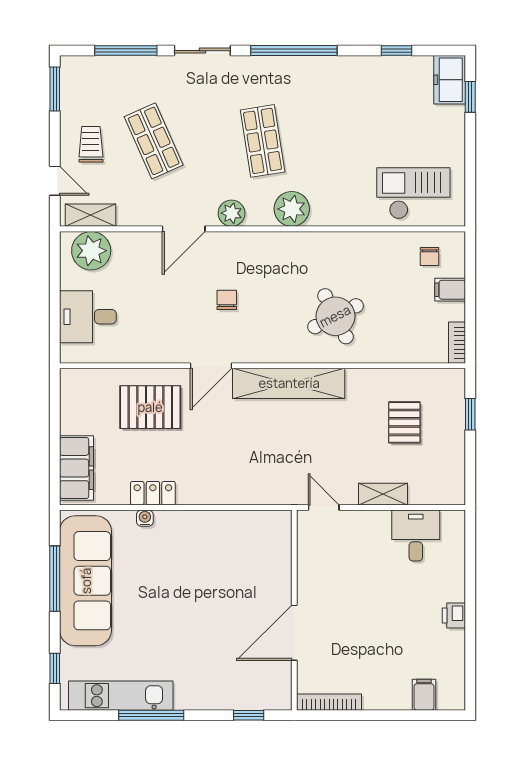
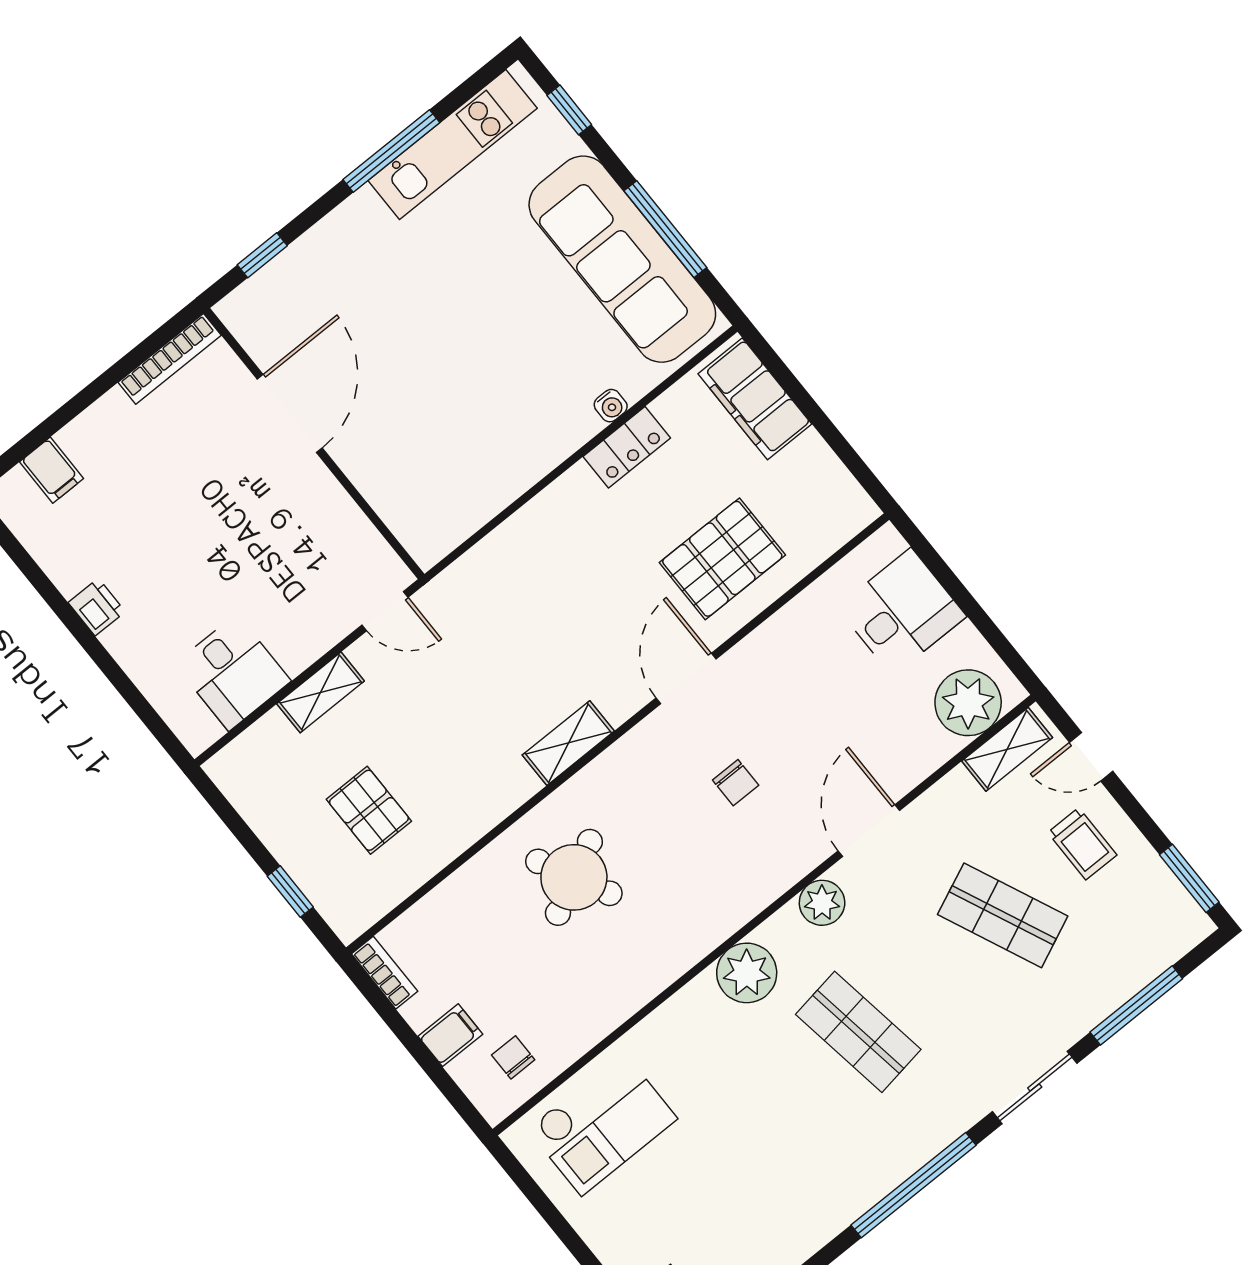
shelving: (289, 383) -> (568, 743), width x0.45, depth x0.75

